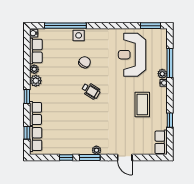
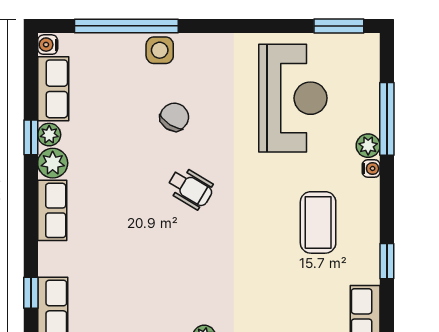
reception desk: (132, 55) -> (293, 98), turned 180
window: (27, 97) -> (31, 137), moved
row of seats: (36, 113) -> (52, 210), moved

